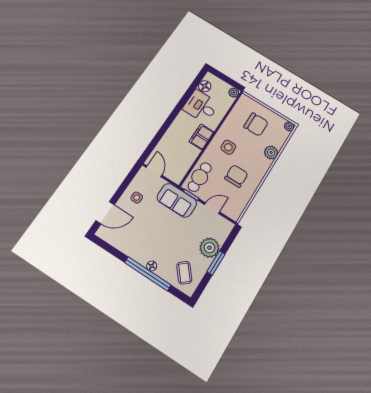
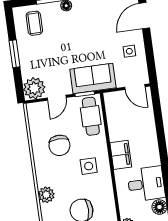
plant: (210, 248) -> (34, 88), moved
coffee table: (184, 273) -> (34, 23), turned 40

